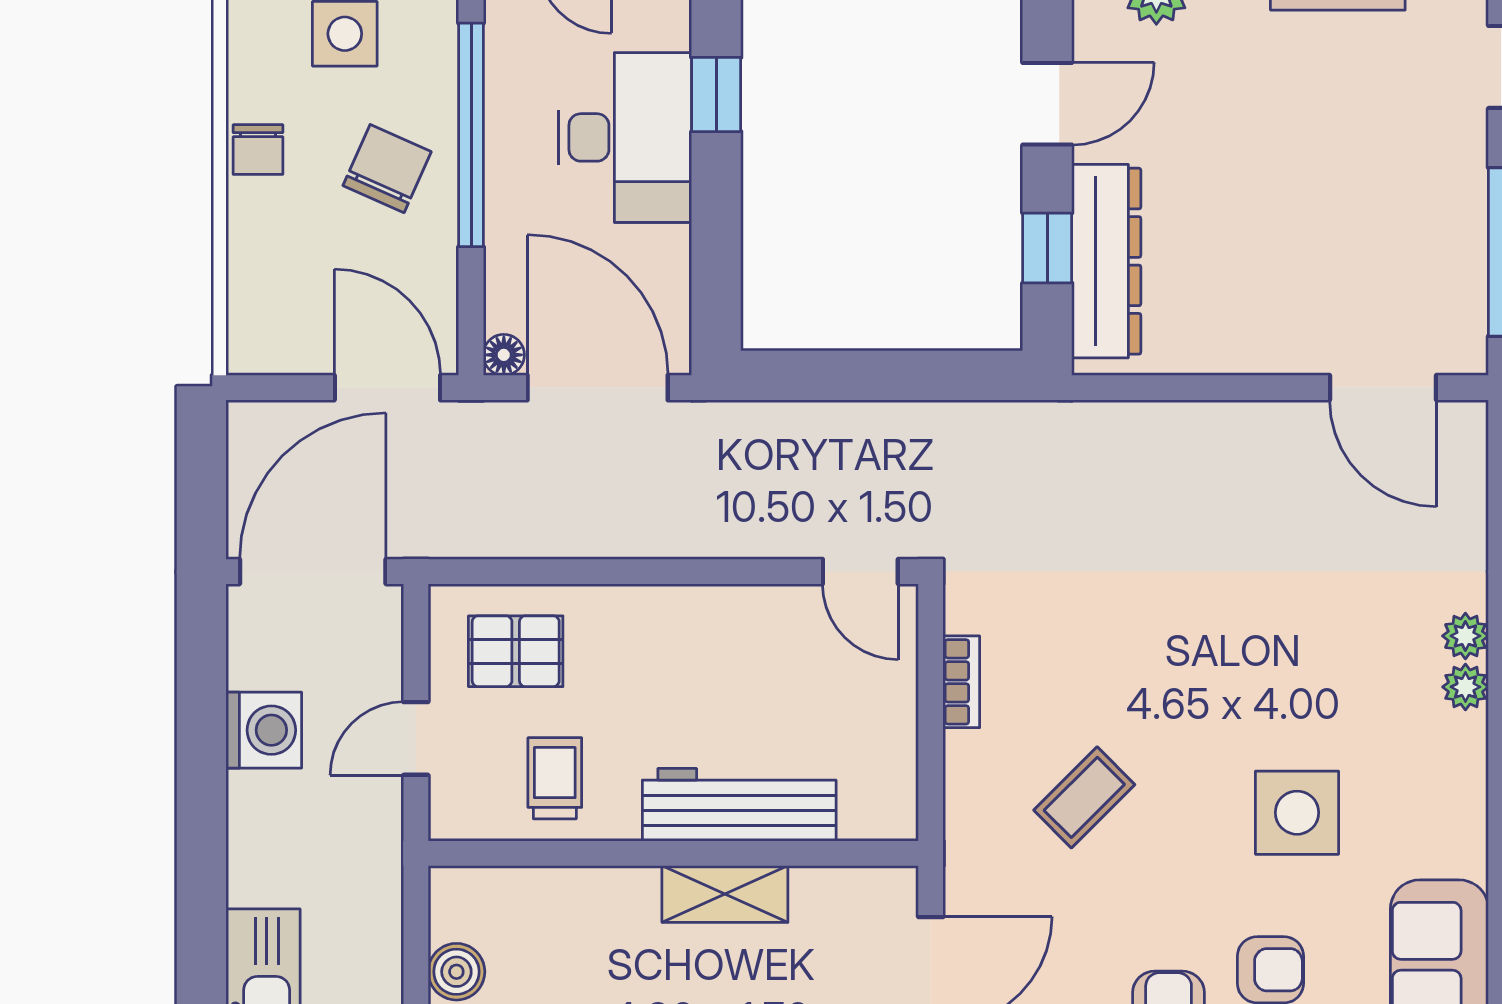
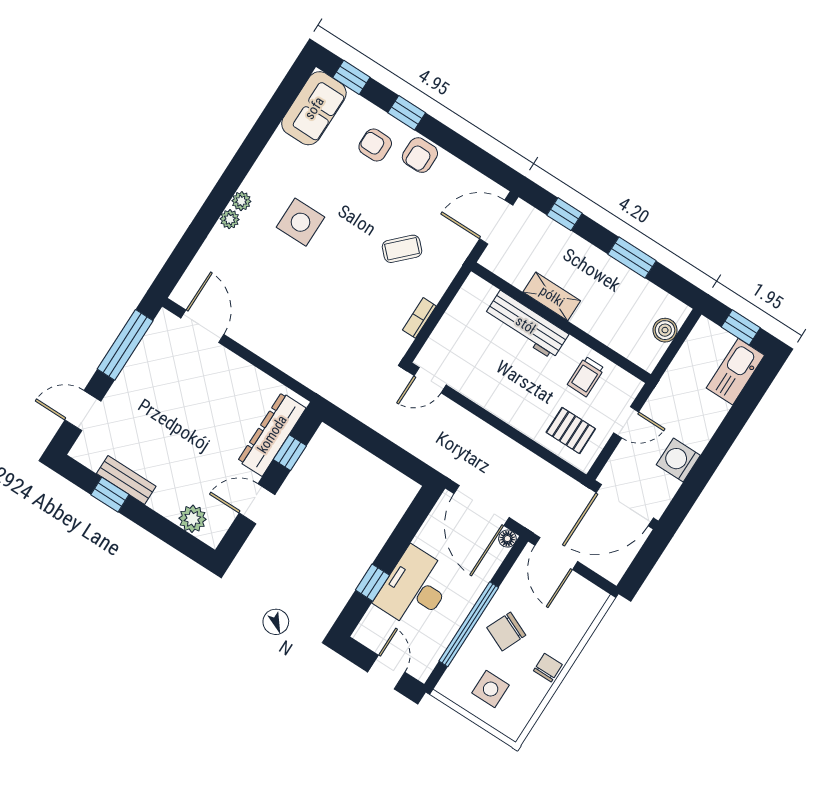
door: (860, 572) -> (430, 380), swing flipped
side table: (1297, 813) -> (300, 222), moved

